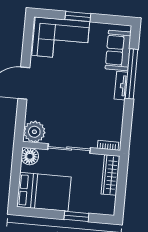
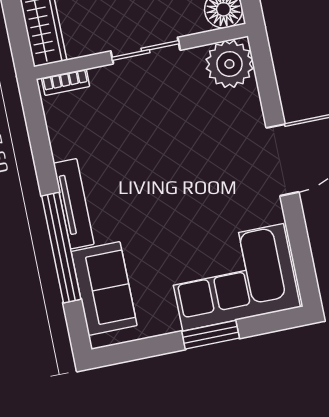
tv unit: (121, 86) -> (74, 204), width x1.41
sliding door: (69, 149) -> (145, 51), width x0.73

